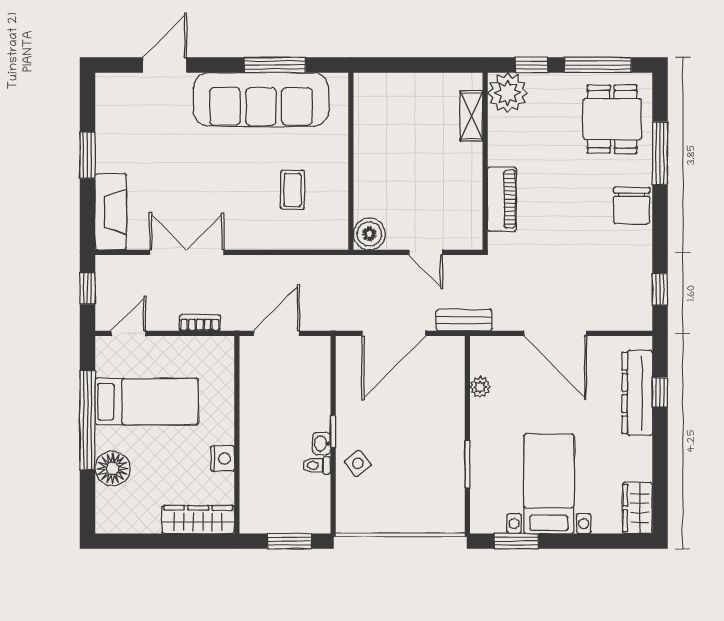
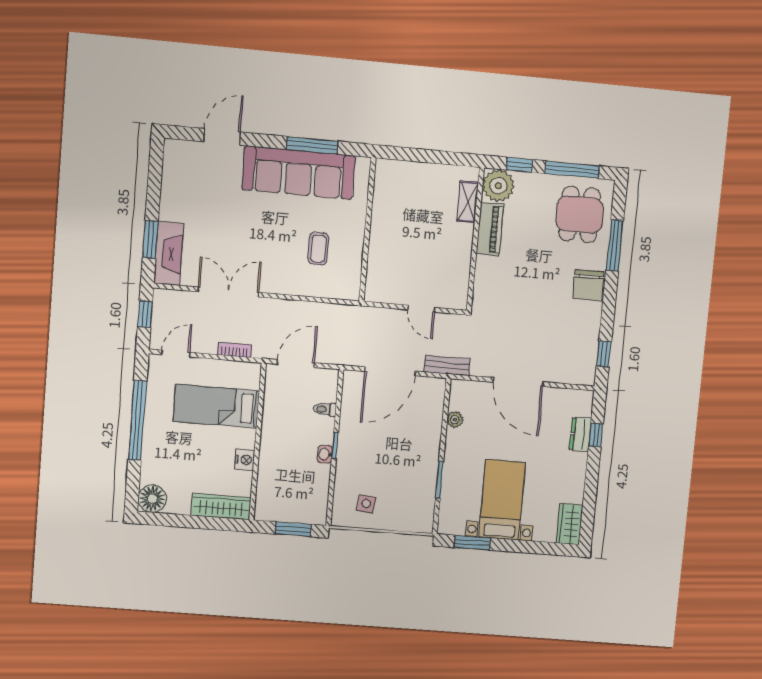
window: (87, 155) -> (150, 239), moved
piano: (502, 199) -> (490, 229), moved
boiler: (369, 234) -> (377, 290), removed
dresser: (637, 393) -> (580, 434), width x0.51, depth x0.80
bed: (147, 402) -> (216, 406), moved, turned 180
side table: (358, 463) -> (366, 504), moved, turned 45
toilet: (317, 465) -> (325, 409), moved
floor lamp: (113, 468) -> (152, 499), moved

